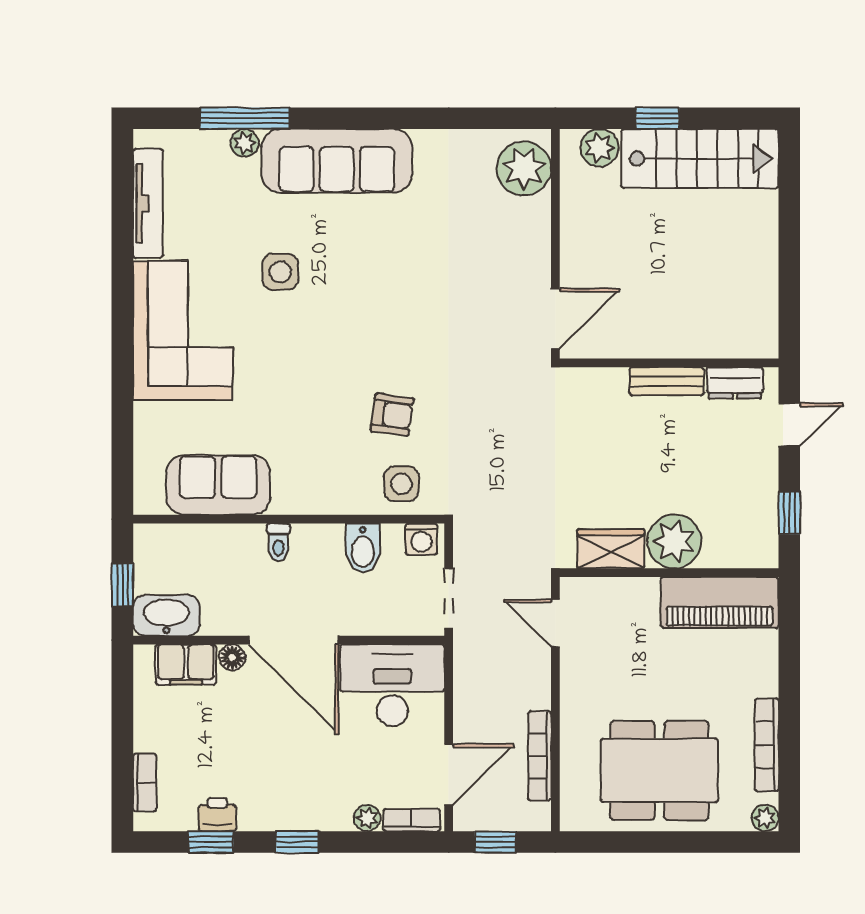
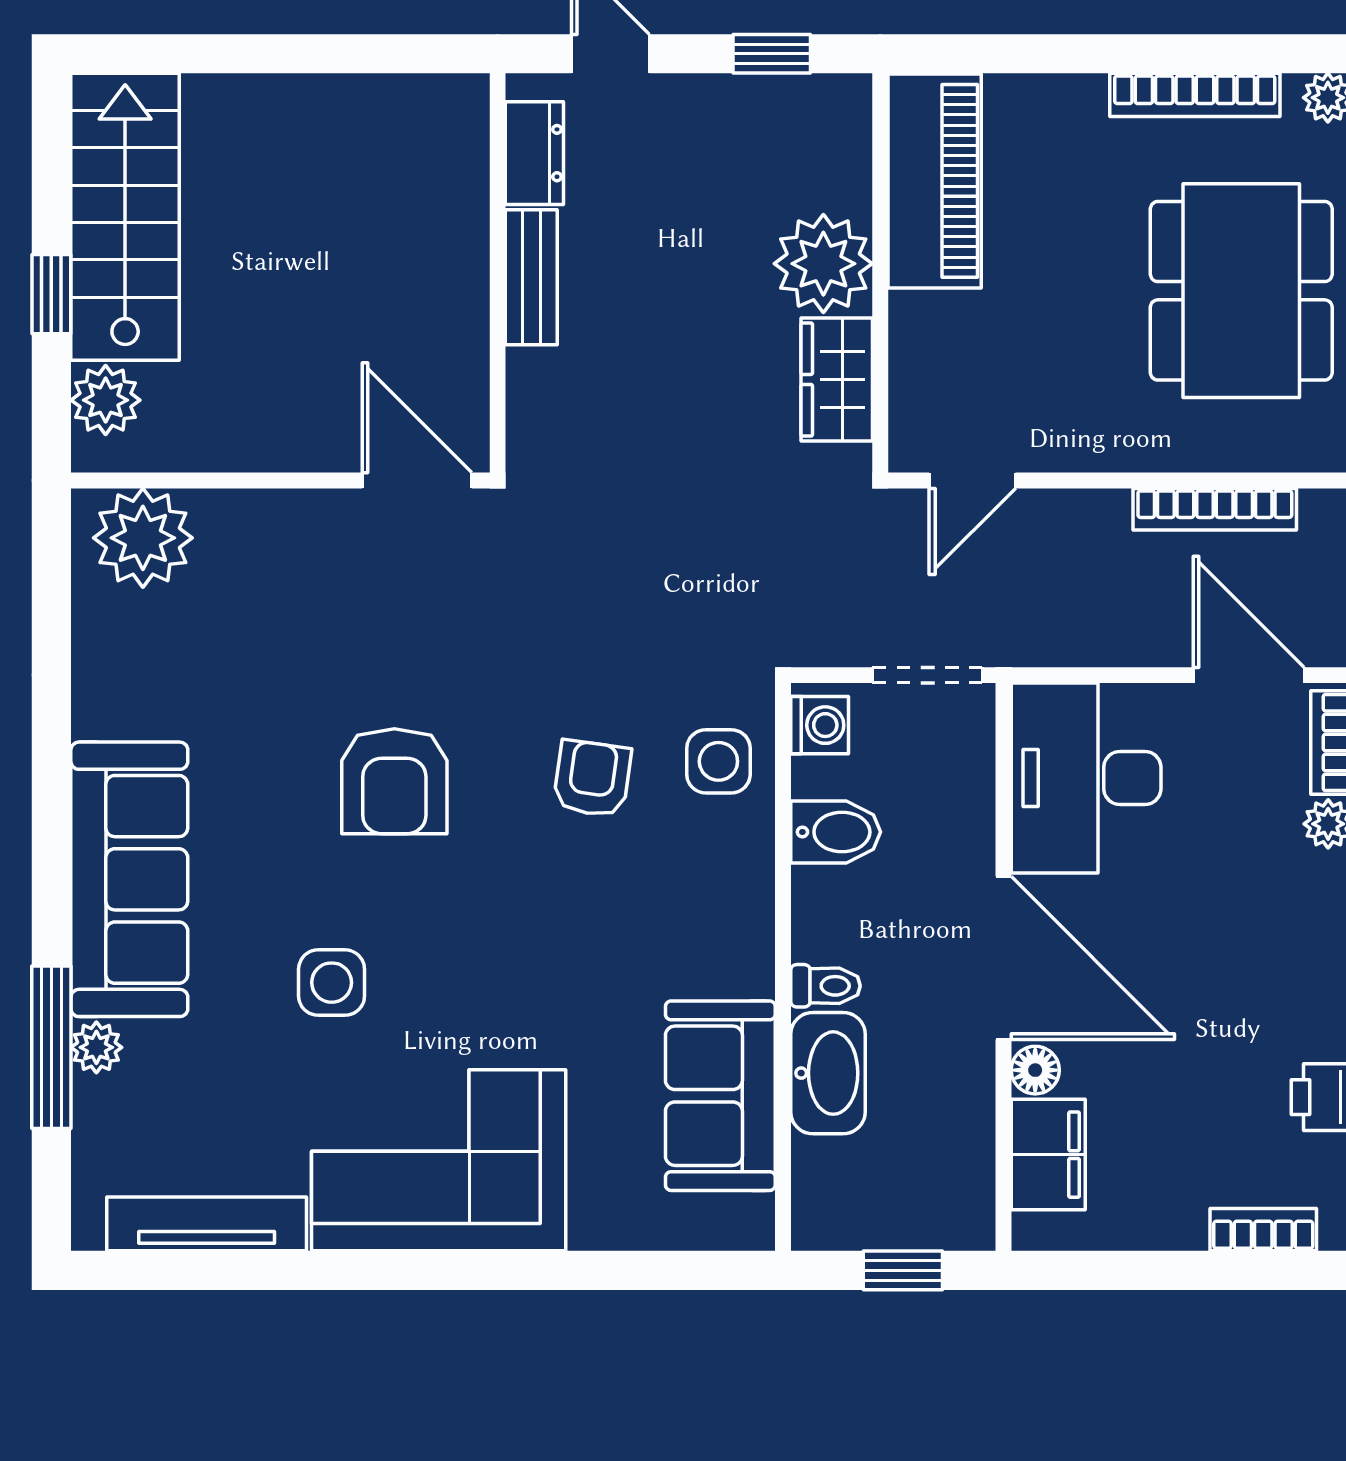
armchair: (390, 306) -> (394, 781), added
washbasin: (166, 615) -> (828, 1073), moved, turned 180
door: (294, 640) -> (1003, 958), hinge flipped

